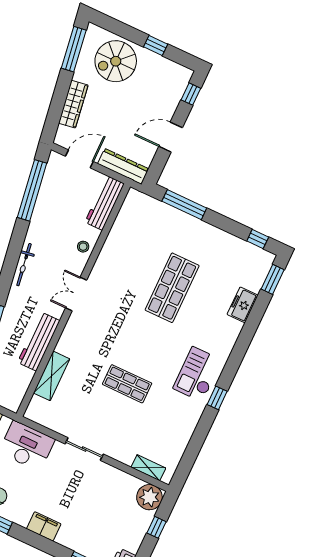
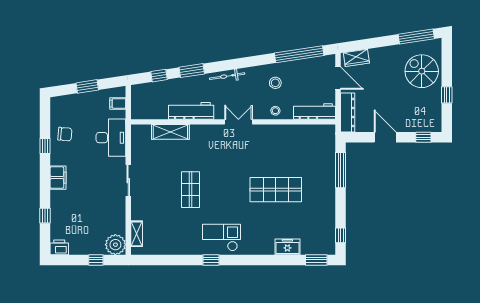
wardrobe: (73, 104) -> (356, 58), moved, width x0.67
stool: (52, 232) -> (275, 83), added
bicycle: (24, 265) -> (227, 76), moved

